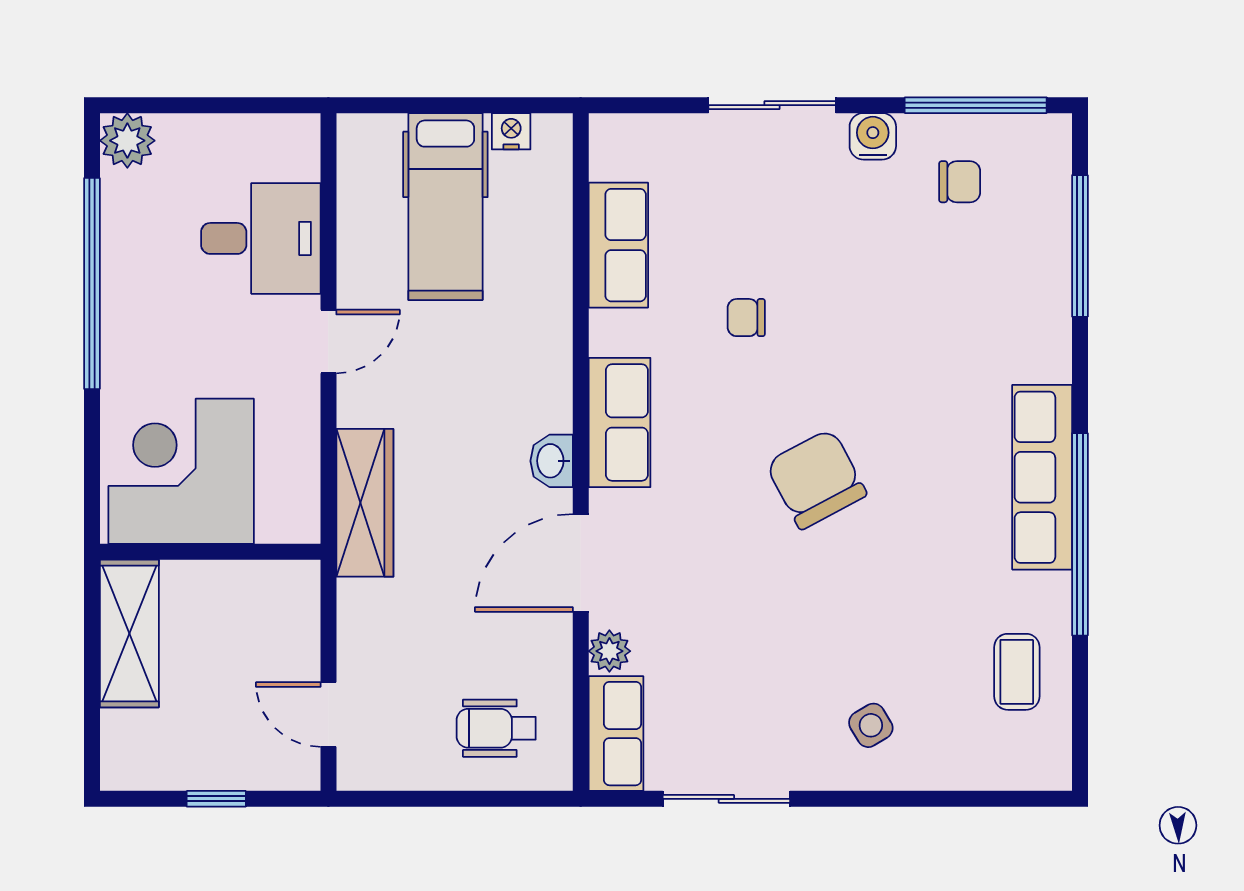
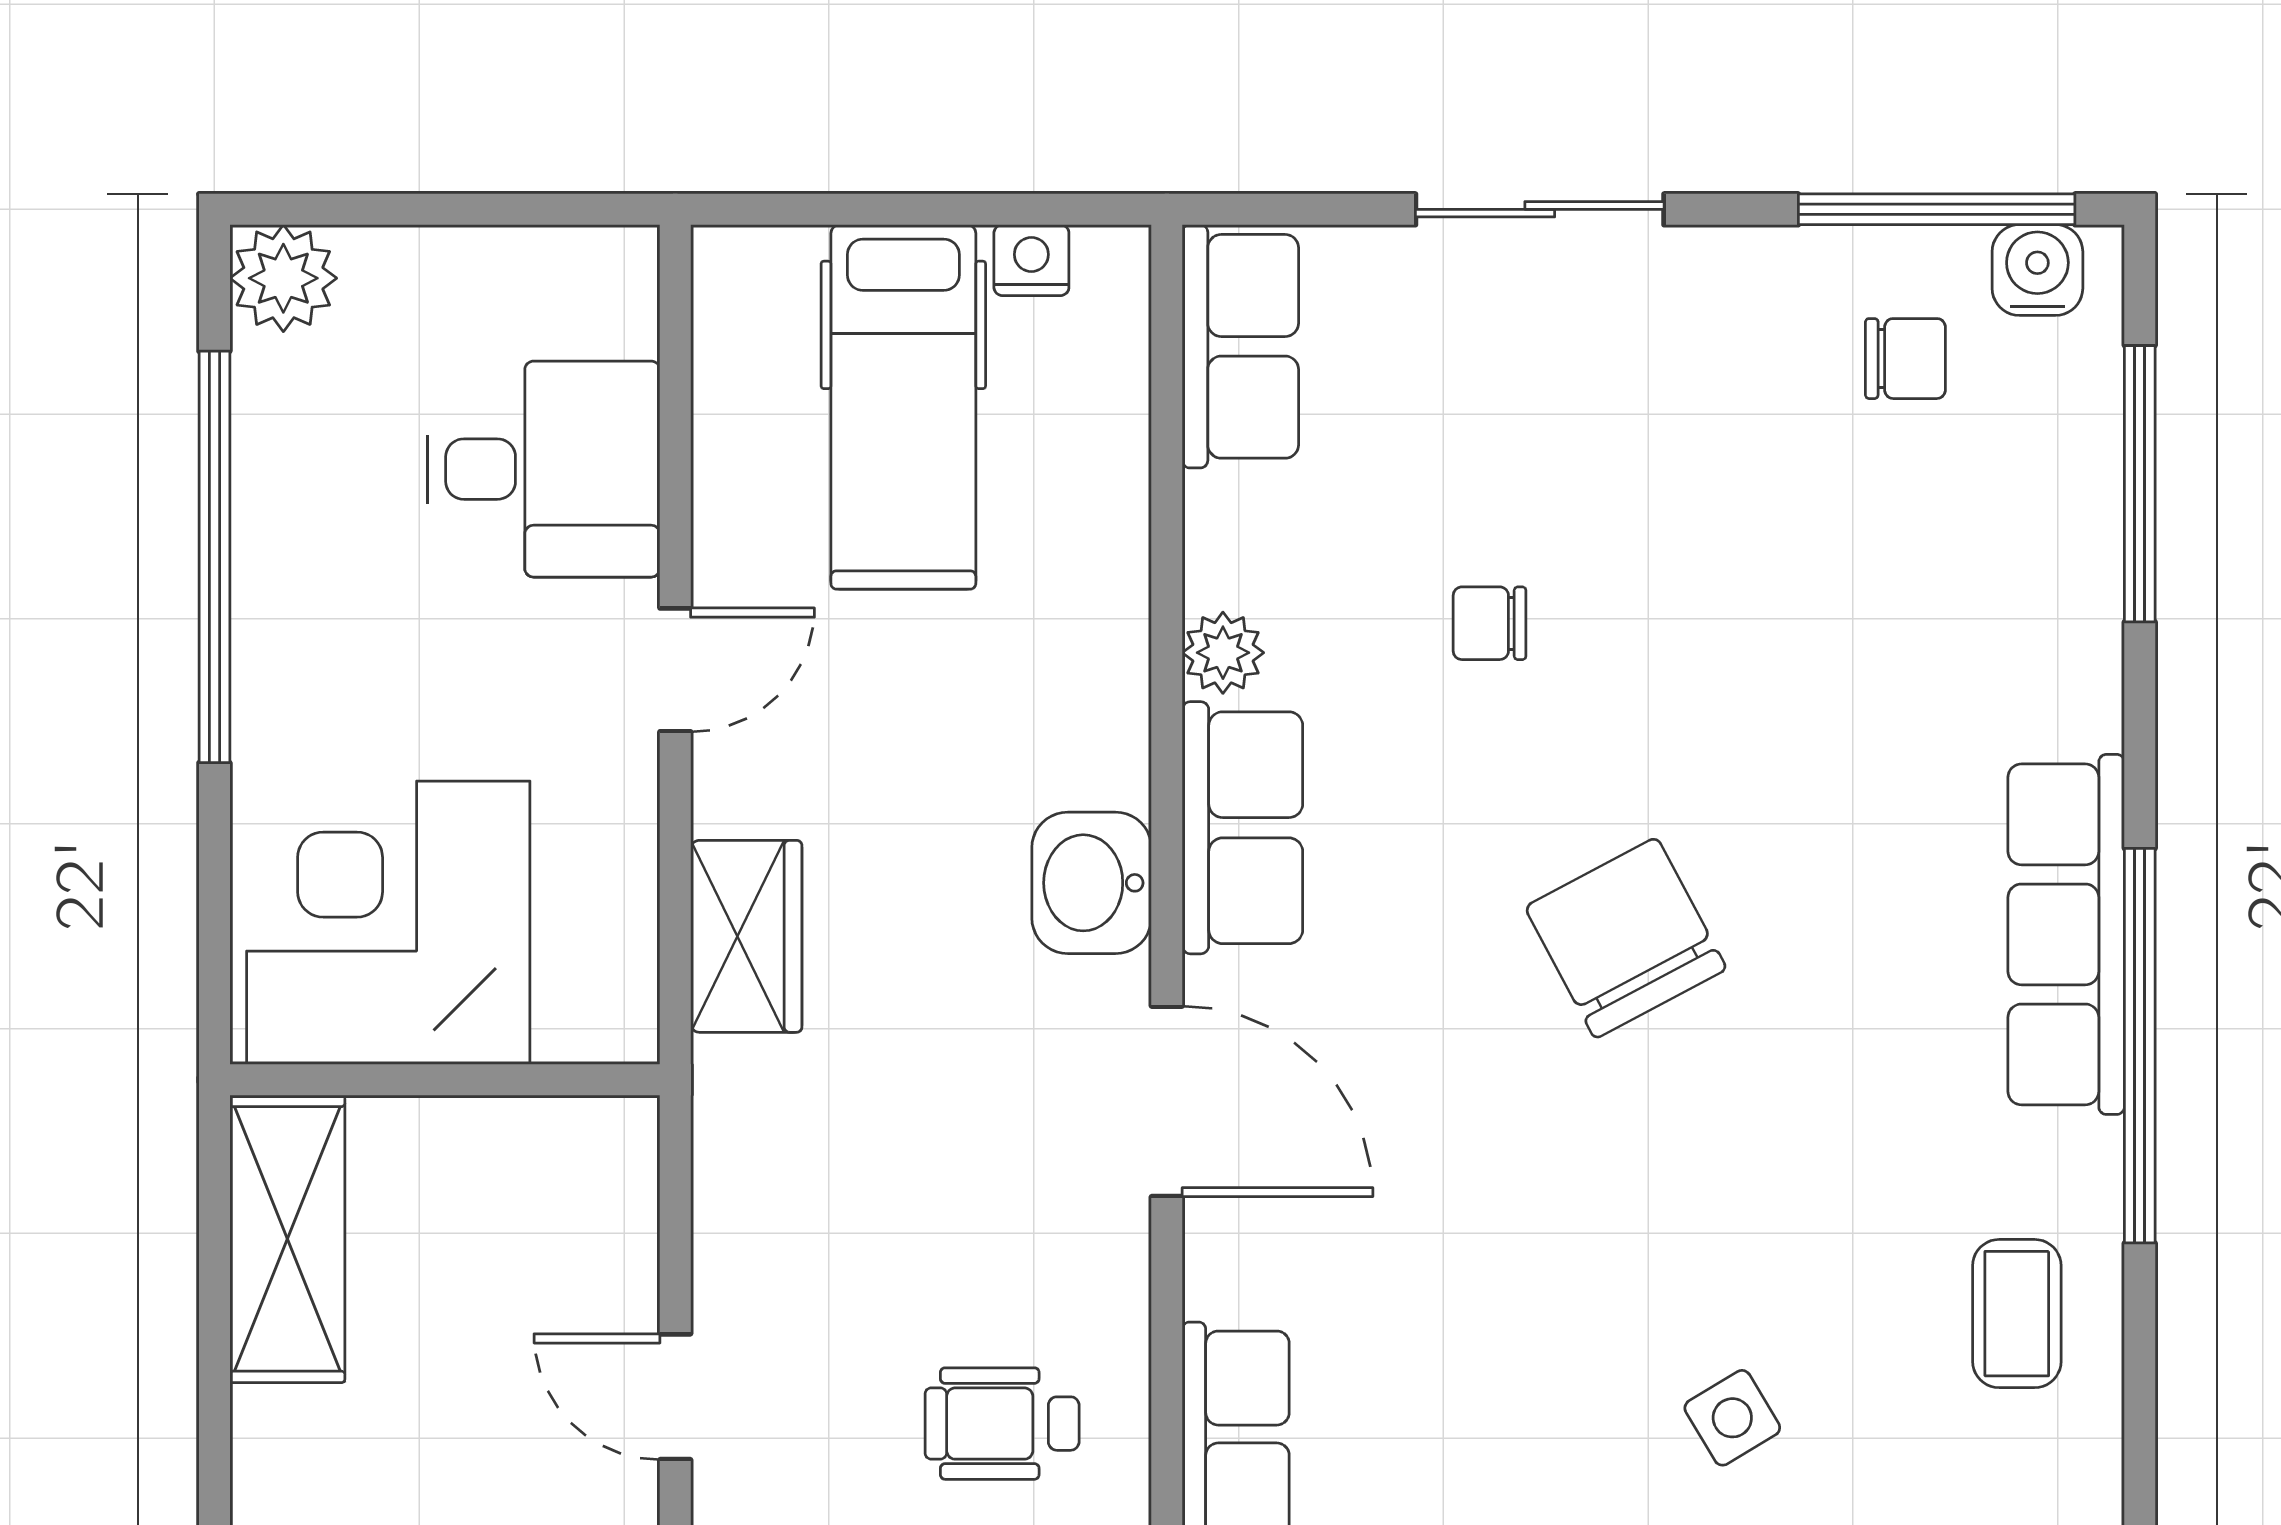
water cooler: (873, 136) -> (2037, 270), moved
row of seats: (618, 245) -> (1240, 346), moved
washbasin: (552, 461) -> (1092, 883), width x1.38, depth x1.45
wardrobe: (365, 503) -> (746, 936), width x0.67
door: (581, 563) -> (1167, 1101), swing flipped
plant: (609, 651) -> (1223, 653), moved

